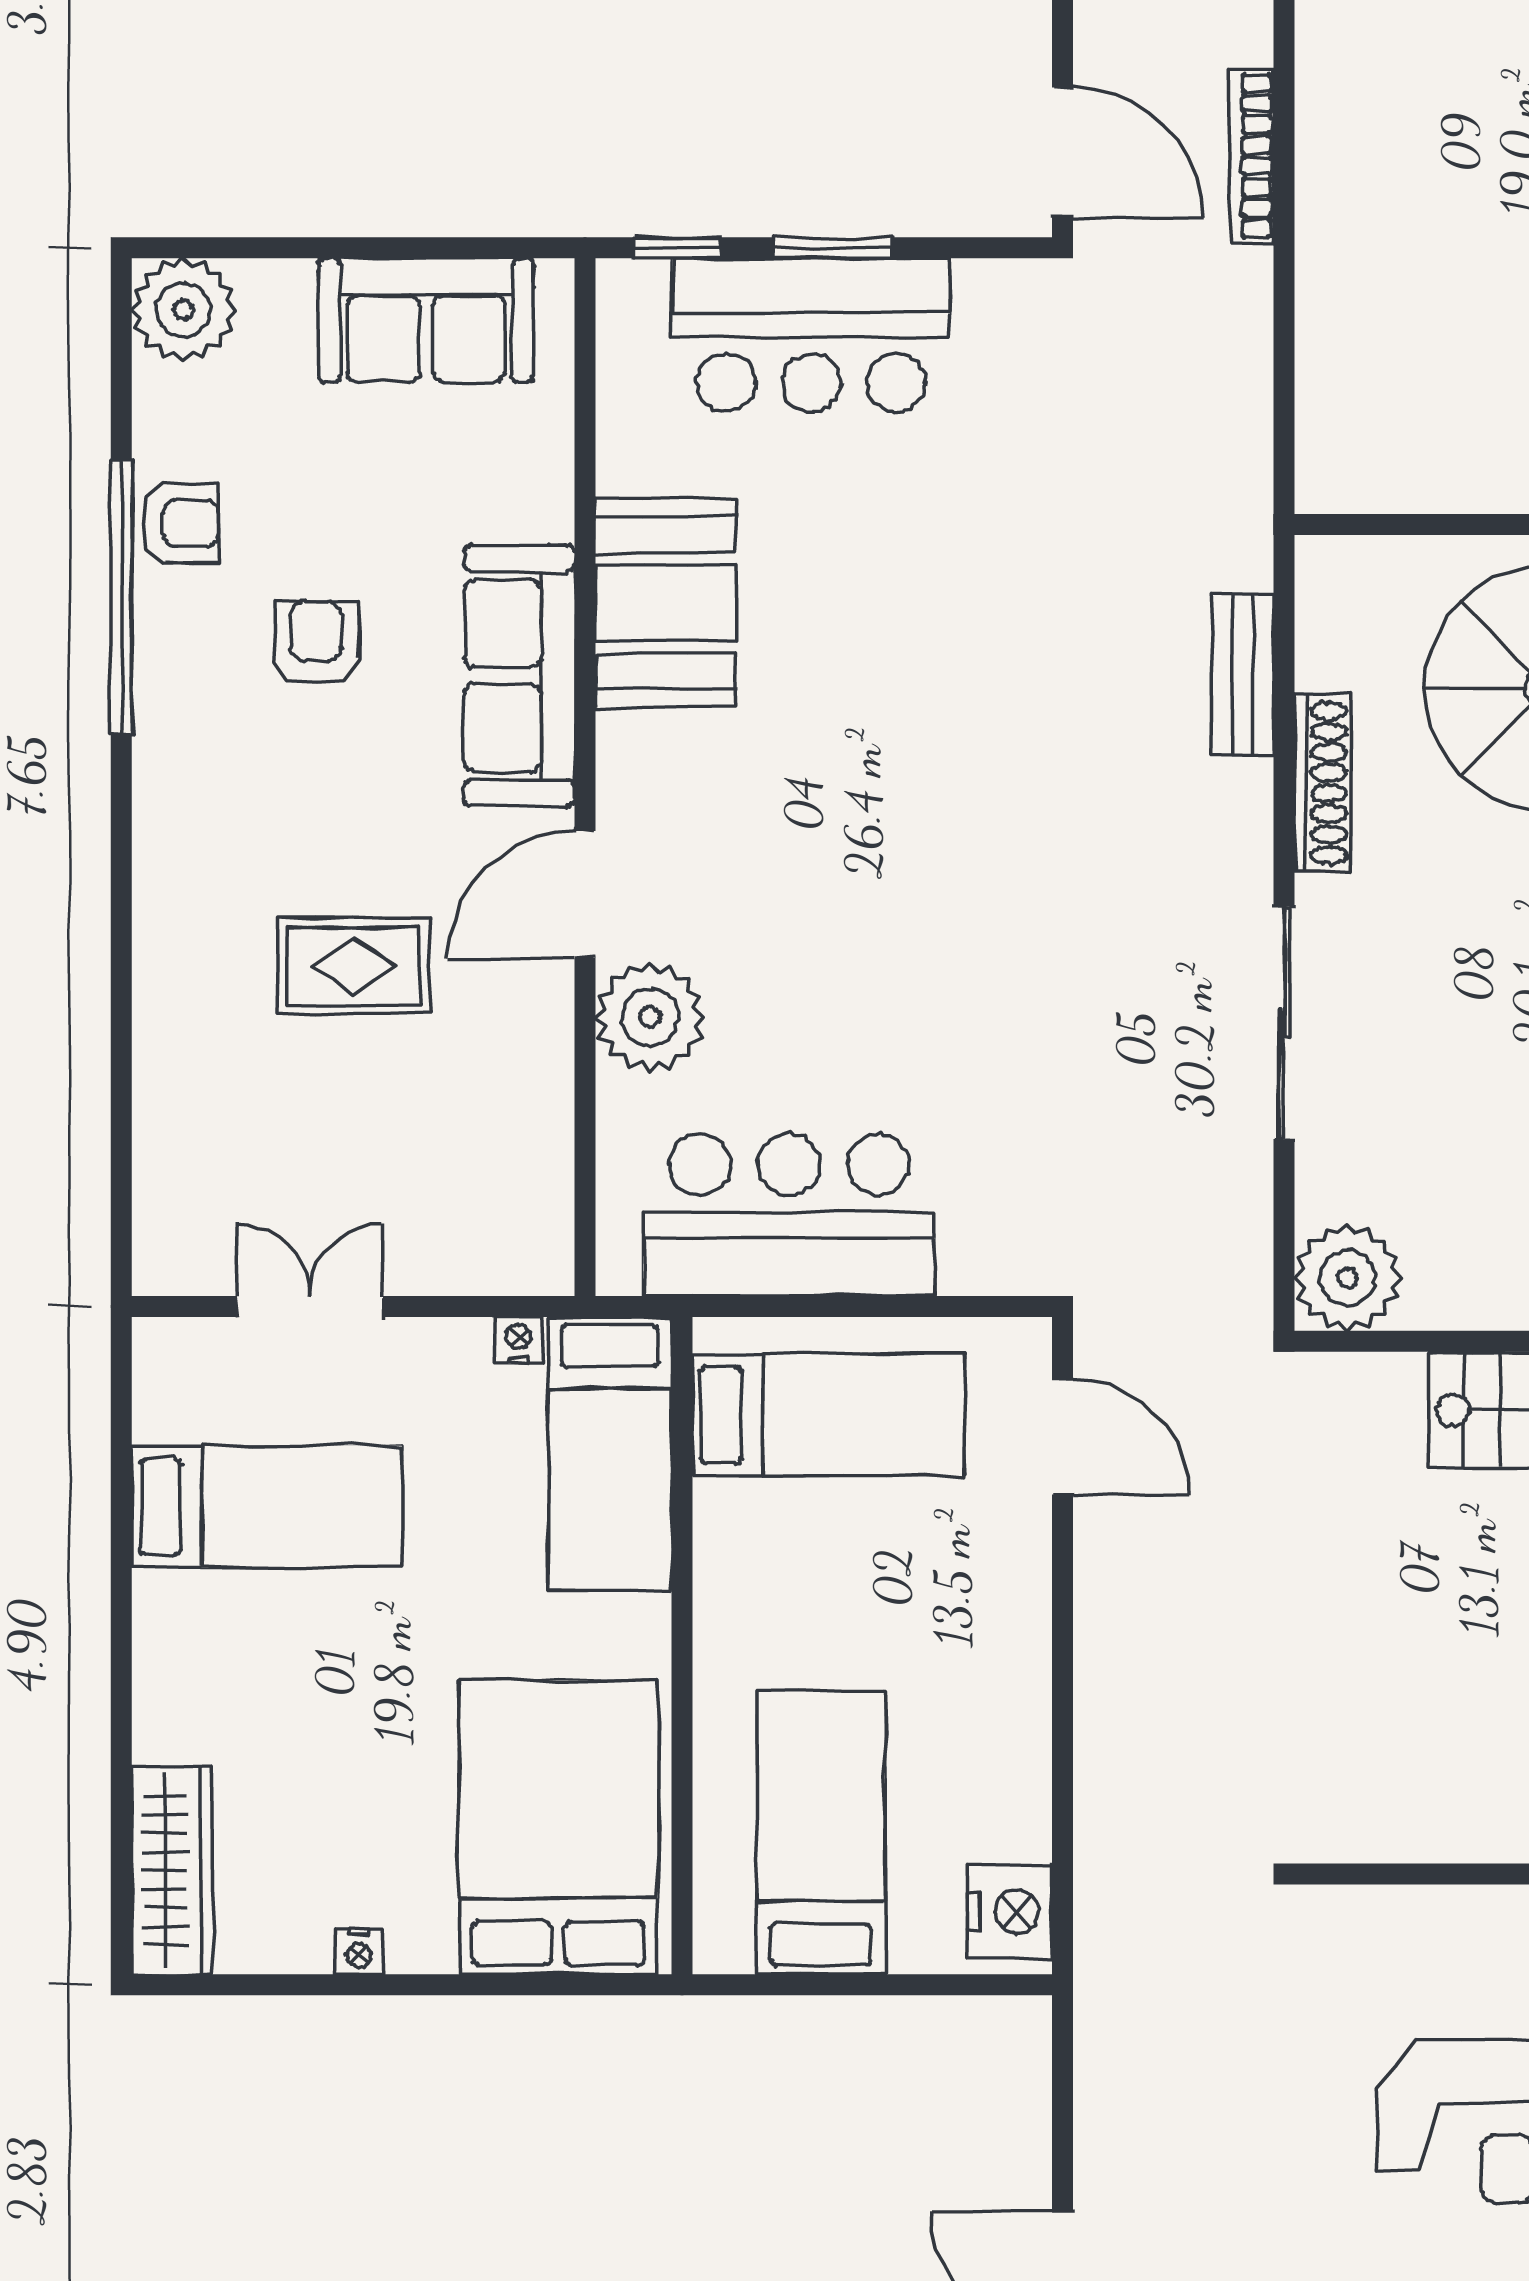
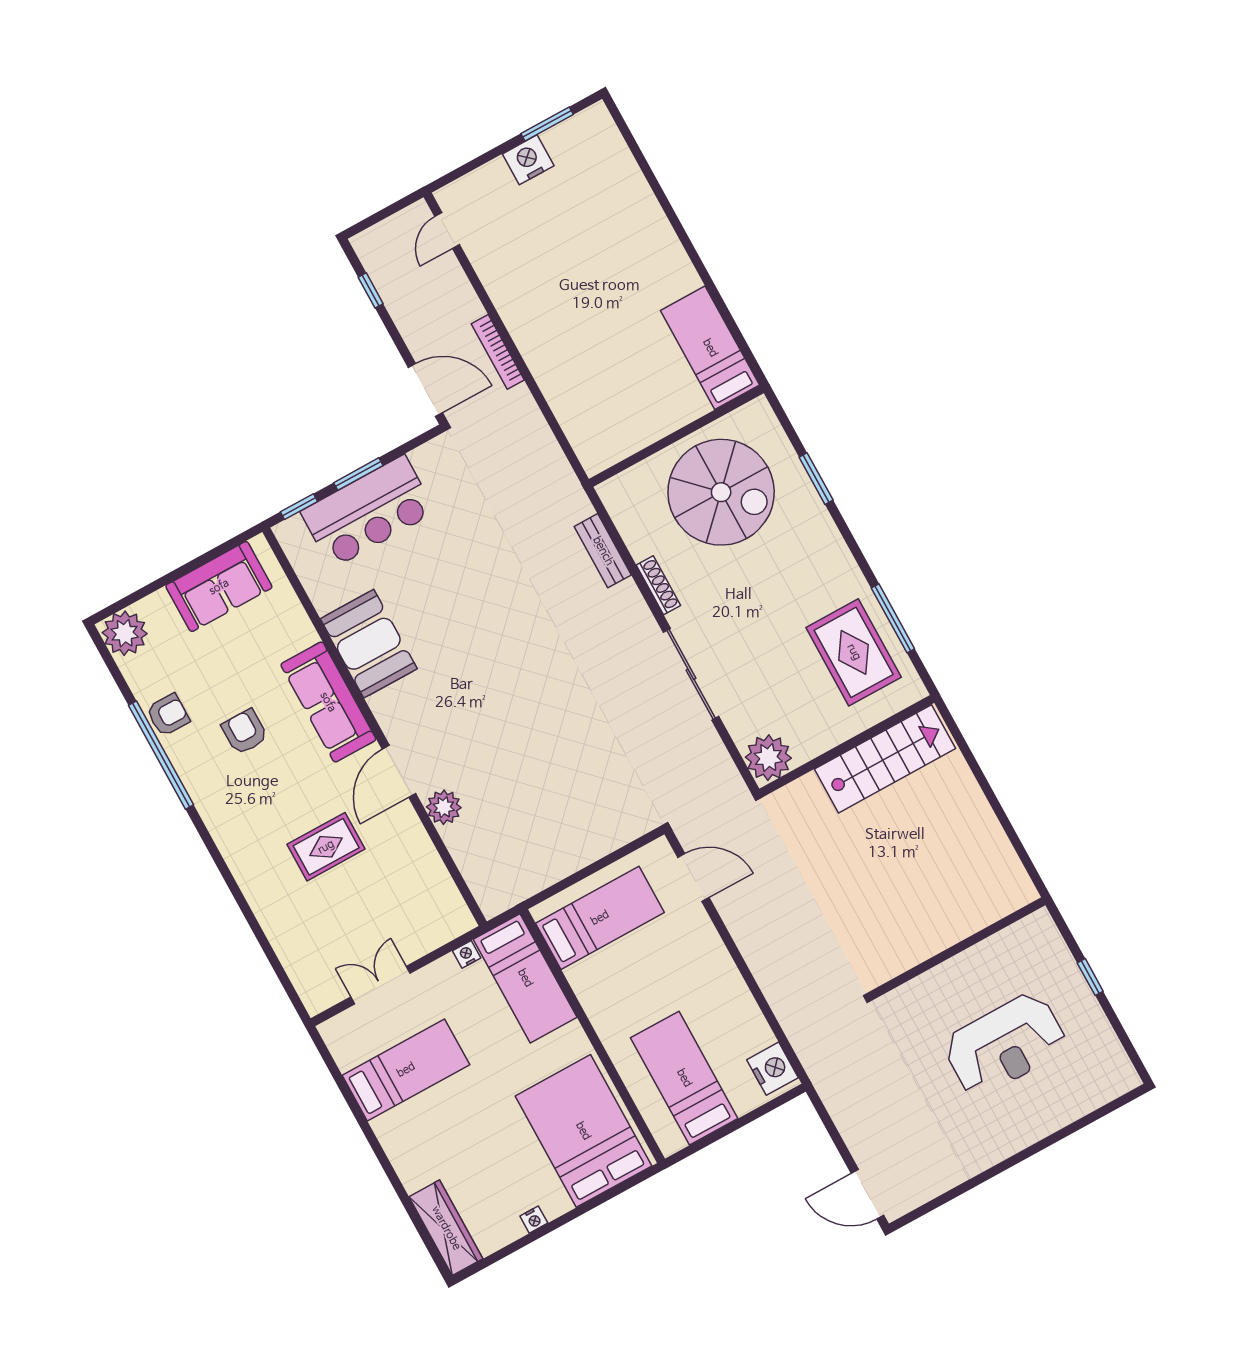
shoe rack: (1322, 783) -> (658, 585), width x0.74, depth x0.81
plant: (650, 1017) -> (444, 807), width x0.73, depth x0.73
bar counter: (789, 1215) -> (543, 850), removed

